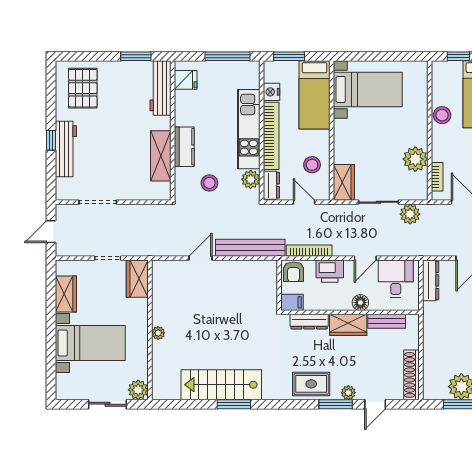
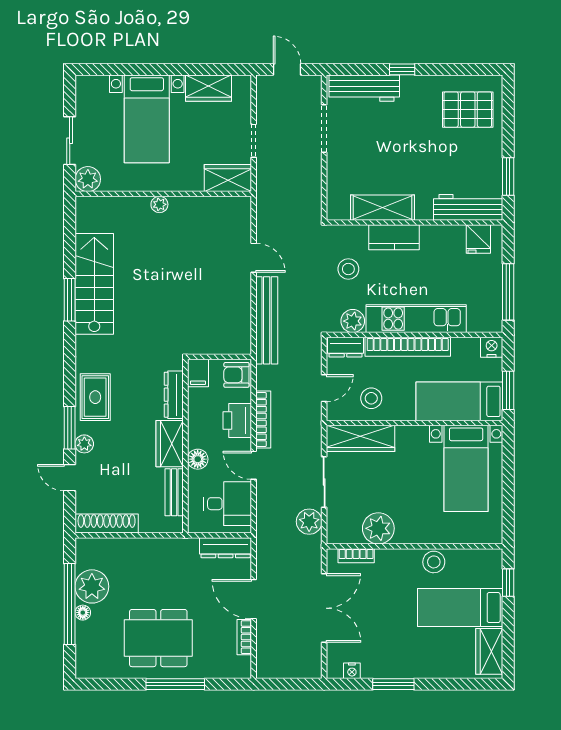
window: (289, 56) -> (508, 390), moved
nightstand: (272, 92) -> (492, 347), moved
workbench: (66, 149) -> (364, 88), moved
wardrobe: (344, 182) -> (360, 438), width x1.50
bookcase: (309, 251) -> (263, 420), moved

